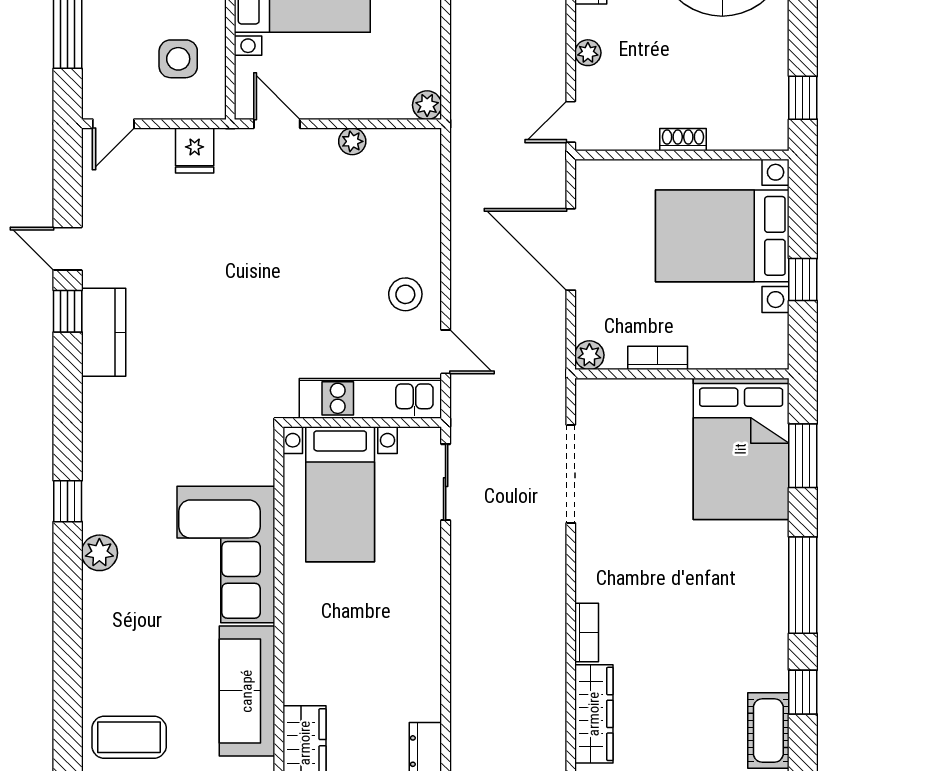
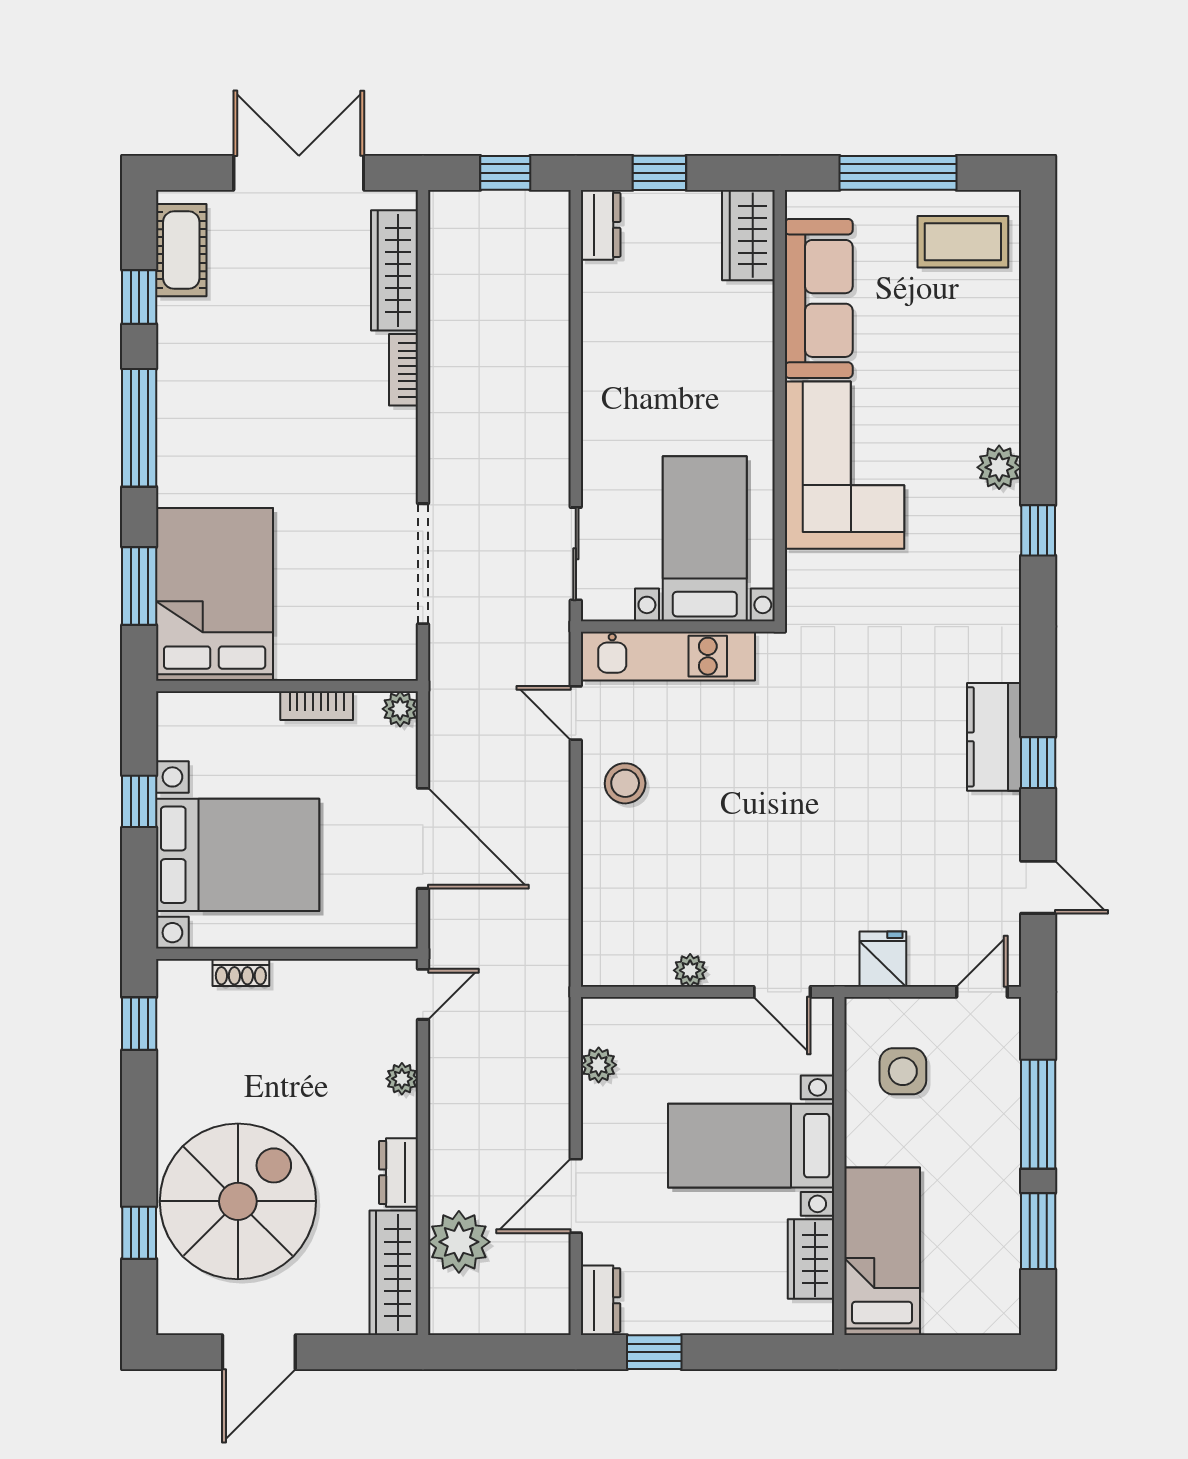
plant: (427, 105) -> (599, 1065), moved
shoe rack: (683, 140) -> (241, 972), moved
door: (68, 249) -> (1038, 887), moved

